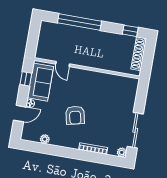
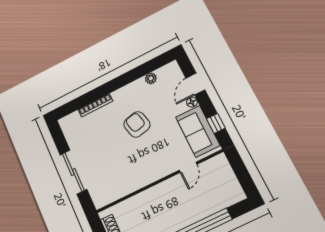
door: (63, 64) -> (188, 167), swing flipped
sliding door: (135, 130) -> (73, 172), moved
plant: (122, 152) -> (65, 123), removed

